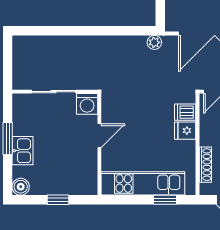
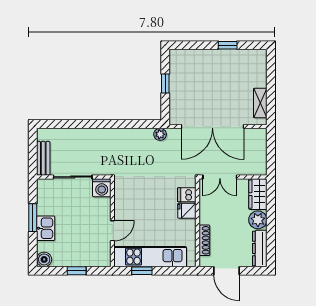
bench: (20, 70) -> (43, 158), added
door: (99, 136) -> (112, 231), moved
window: (165, 200) -> (142, 271), moved

